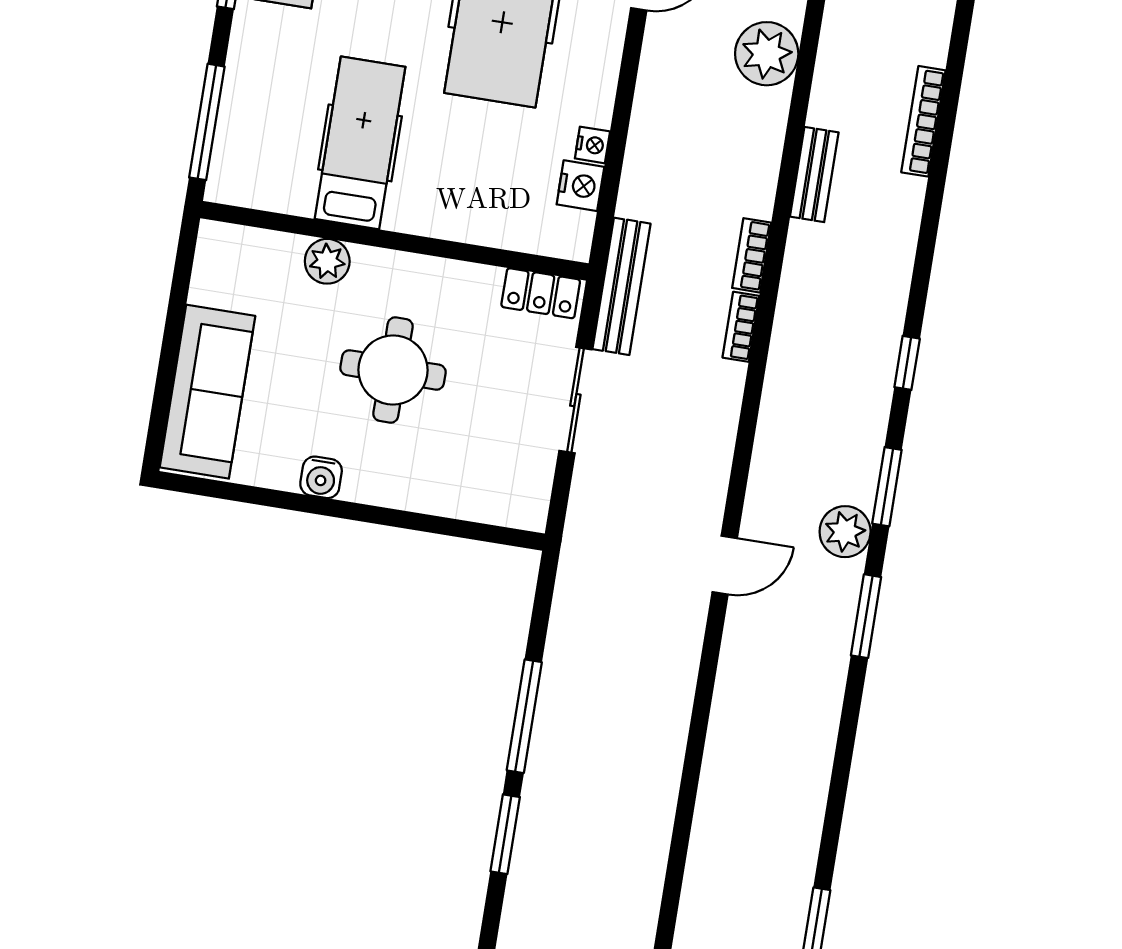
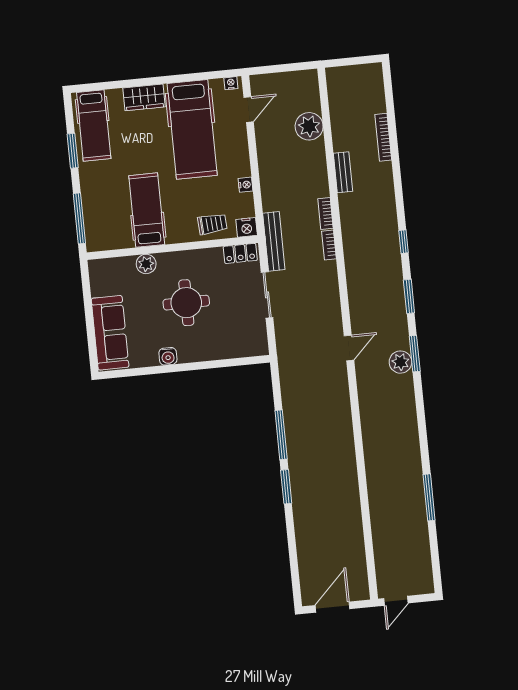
nightstand: (580, 186) -> (247, 227), moved, turned 90
trolley: (496, 212) -> (212, 224), added
plant: (845, 532) -> (400, 362), moved

